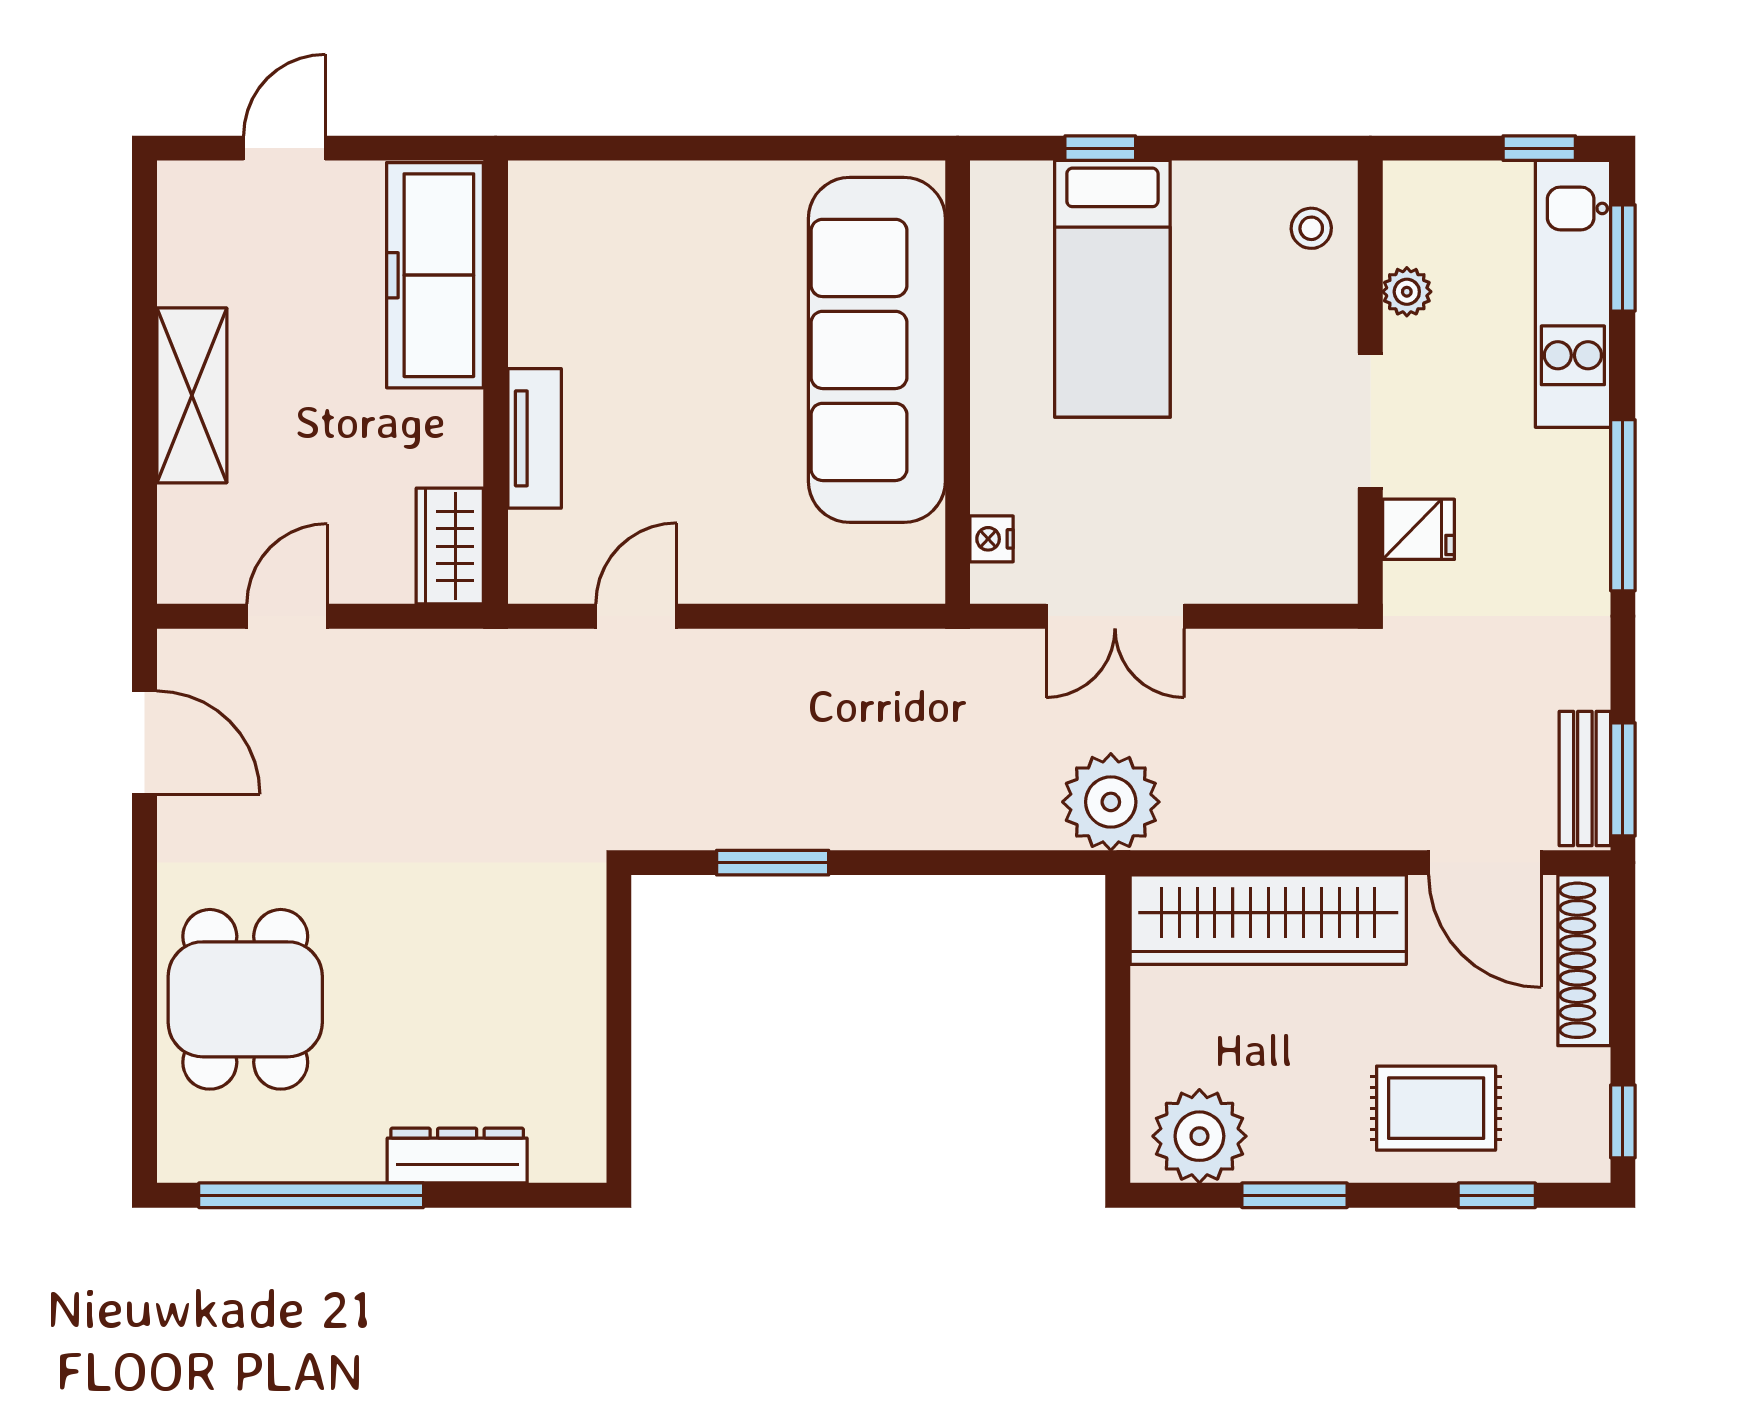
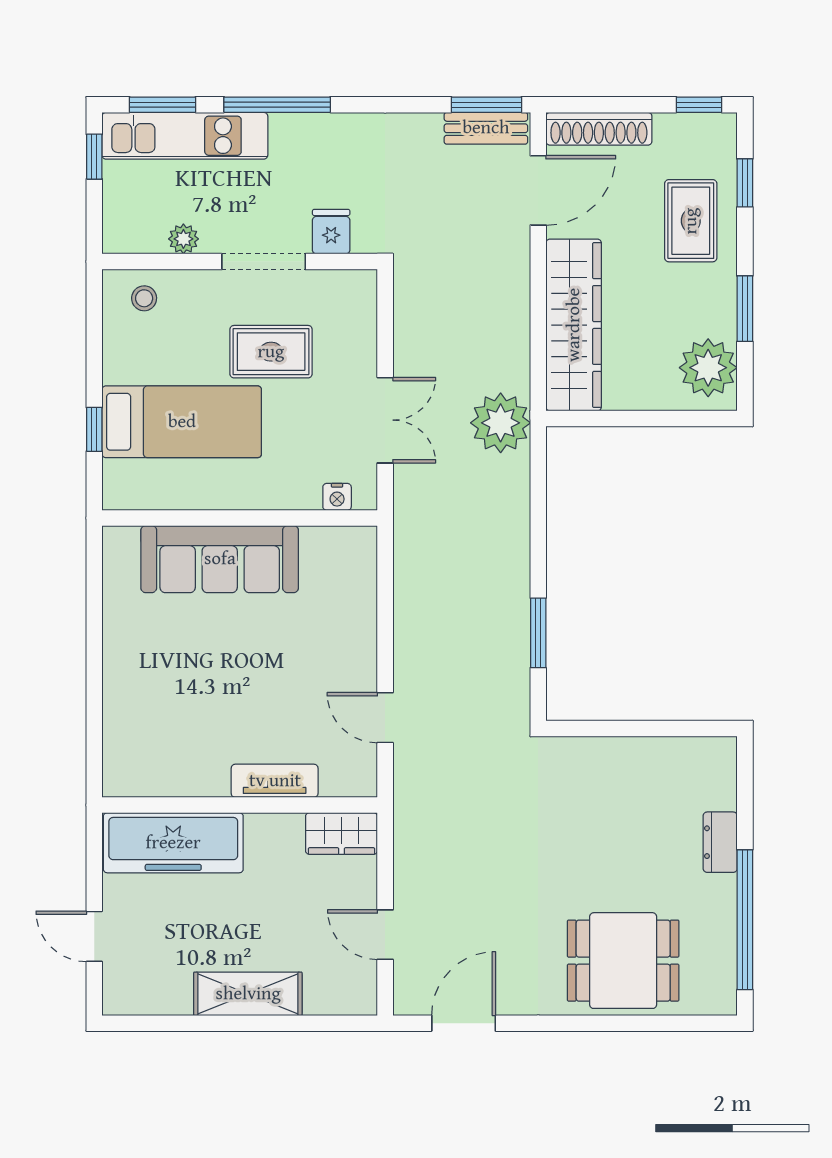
sofa: (877, 350) -> (220, 559), width x0.74, depth x0.79
rug: (1225, 433) -> (271, 352), added
window: (1623, 505) -> (277, 105), moved
dresser: (457, 1156) -> (720, 842), width x0.70

